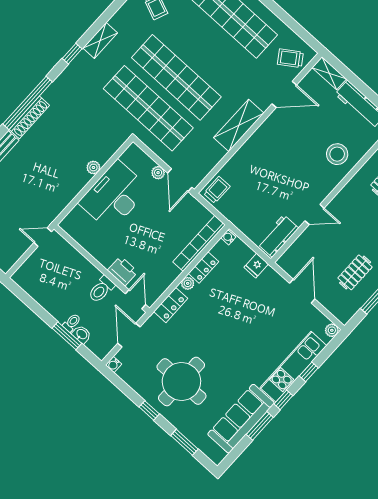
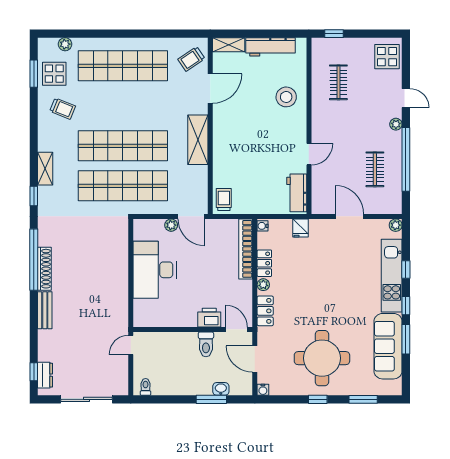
plant: (93, 167) -> (122, 263), removed
toilet: (72, 323) -> (146, 387), moved

